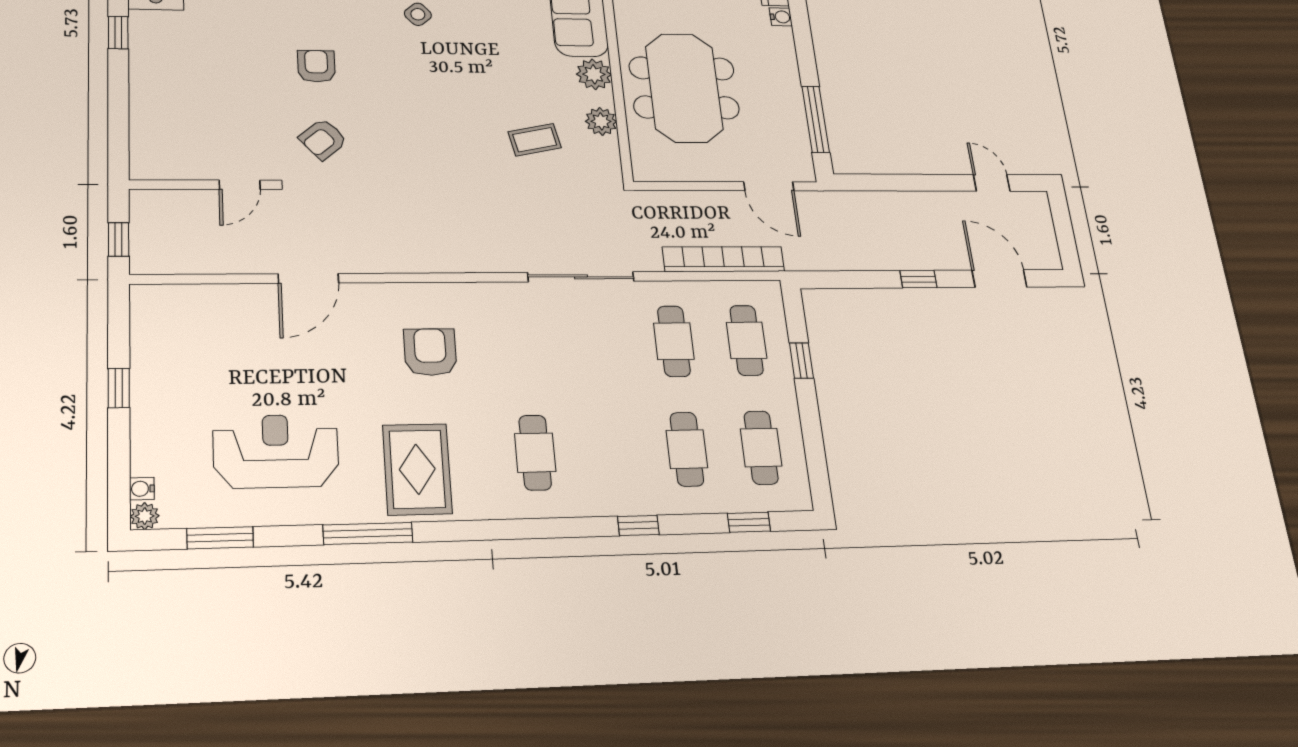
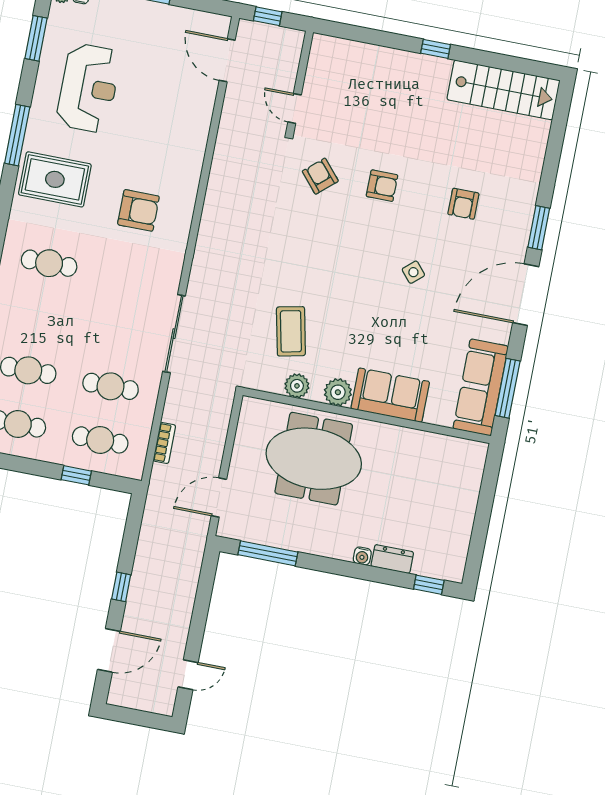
coffee table: (535, 140) -> (291, 331), width x1.36, depth x1.30
bookcase: (723, 259) -> (164, 443), width x0.43, depth x0.76
door: (308, 278) -> (227, 60), moved

